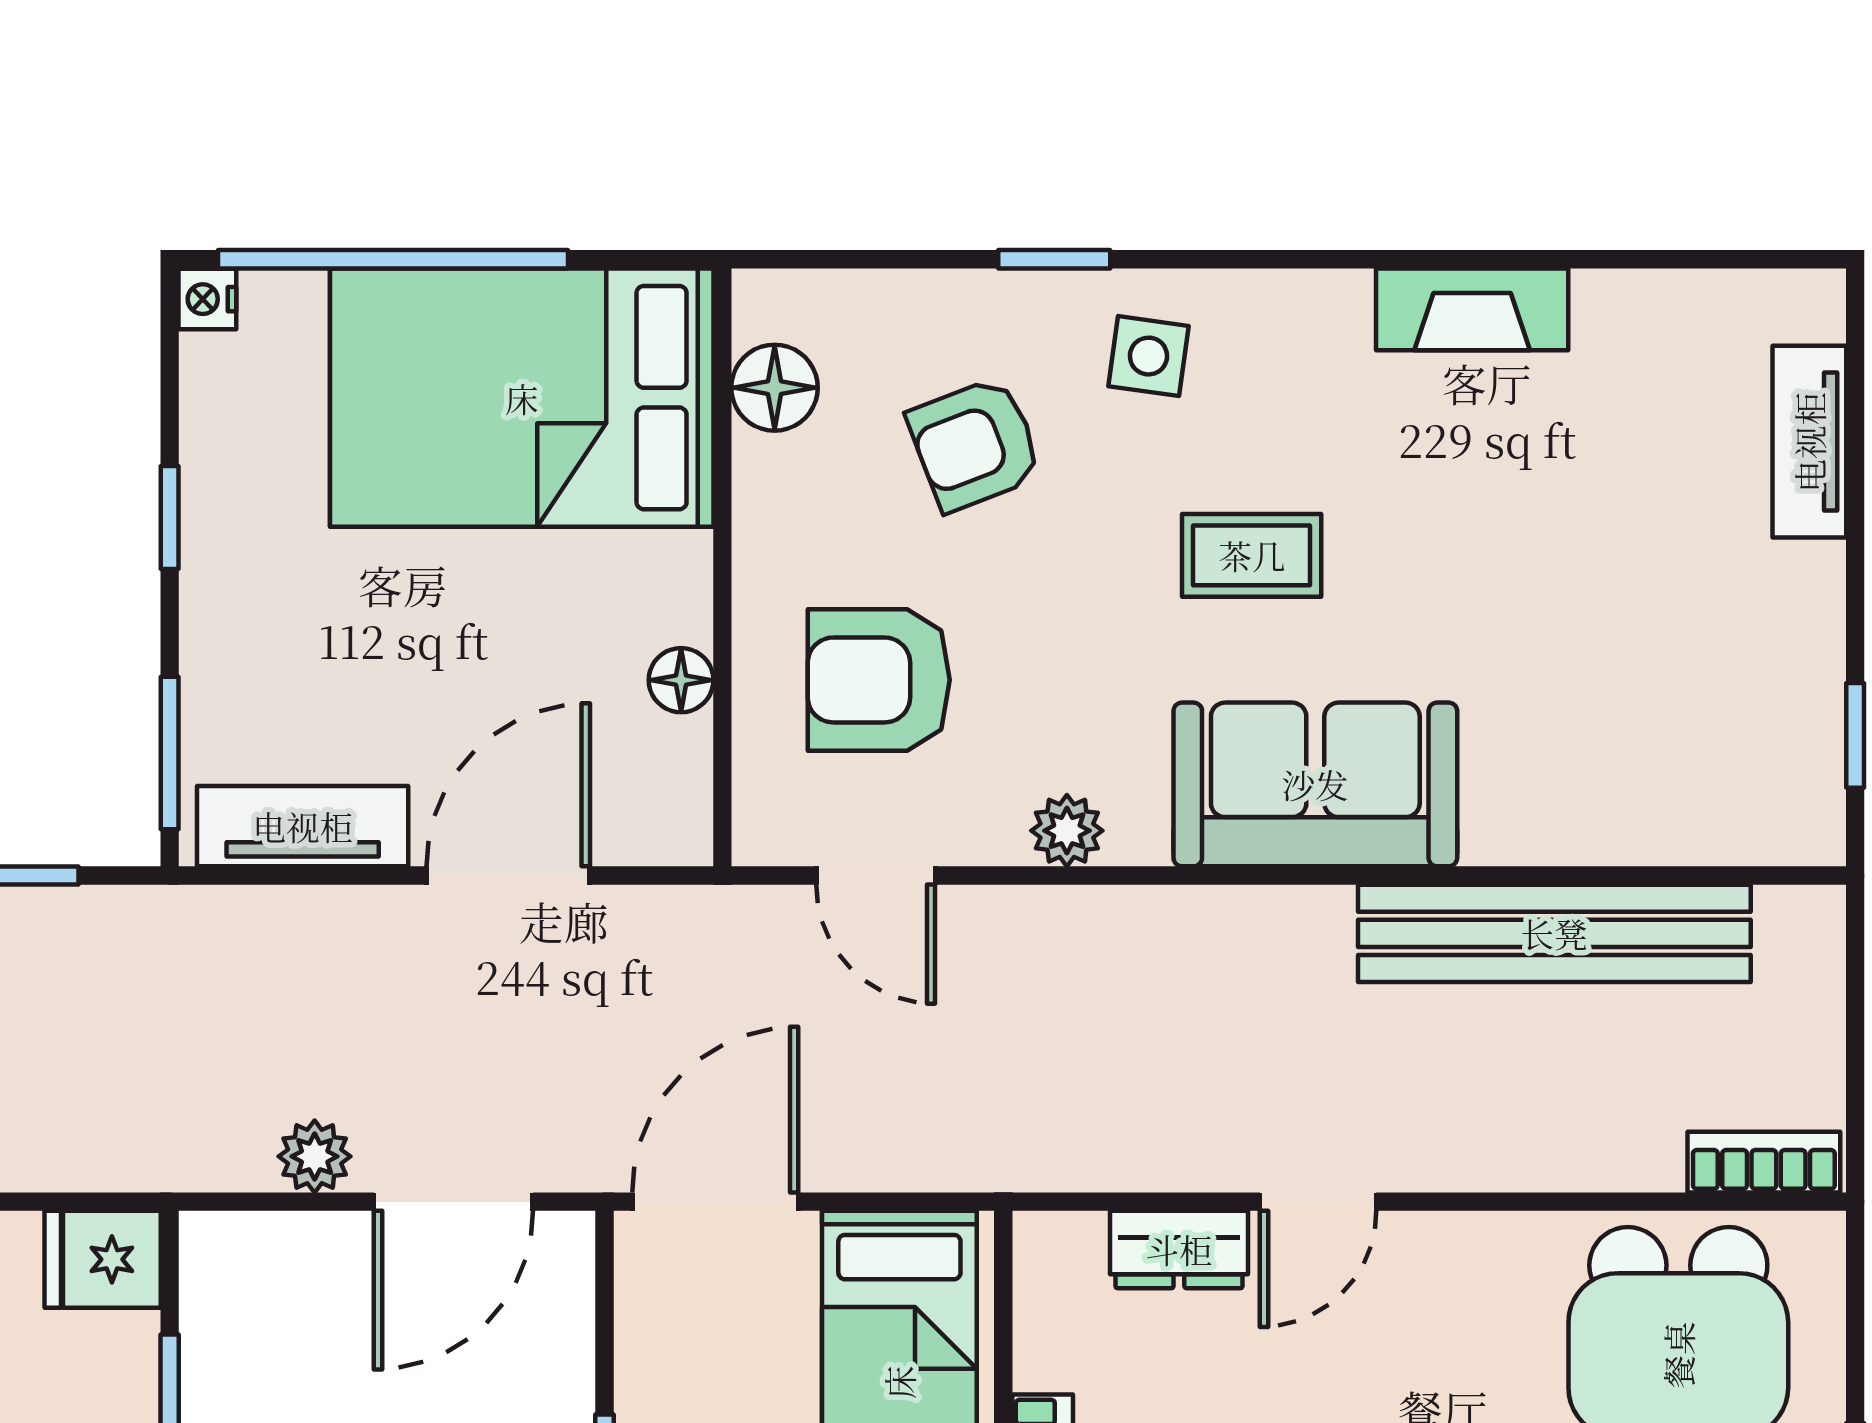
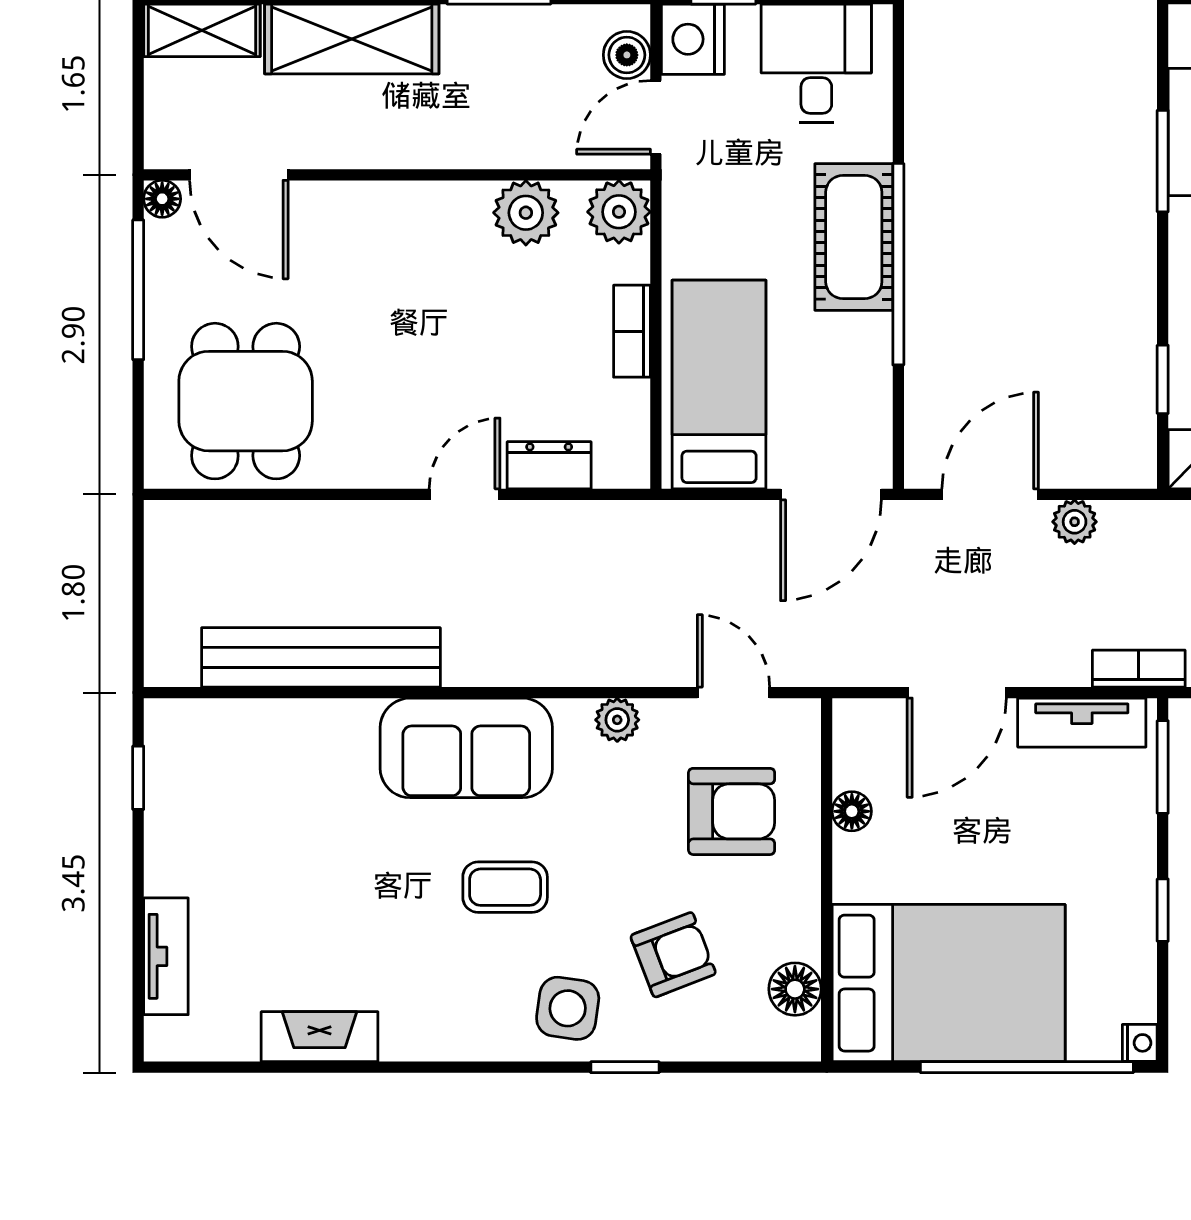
fireplace: (1472, 309) -> (320, 1037), moved
side table: (1148, 356) -> (568, 1008), width x1.37, depth x1.37
bookcase: (1764, 1162) -> (1139, 669), moved, turned 180

